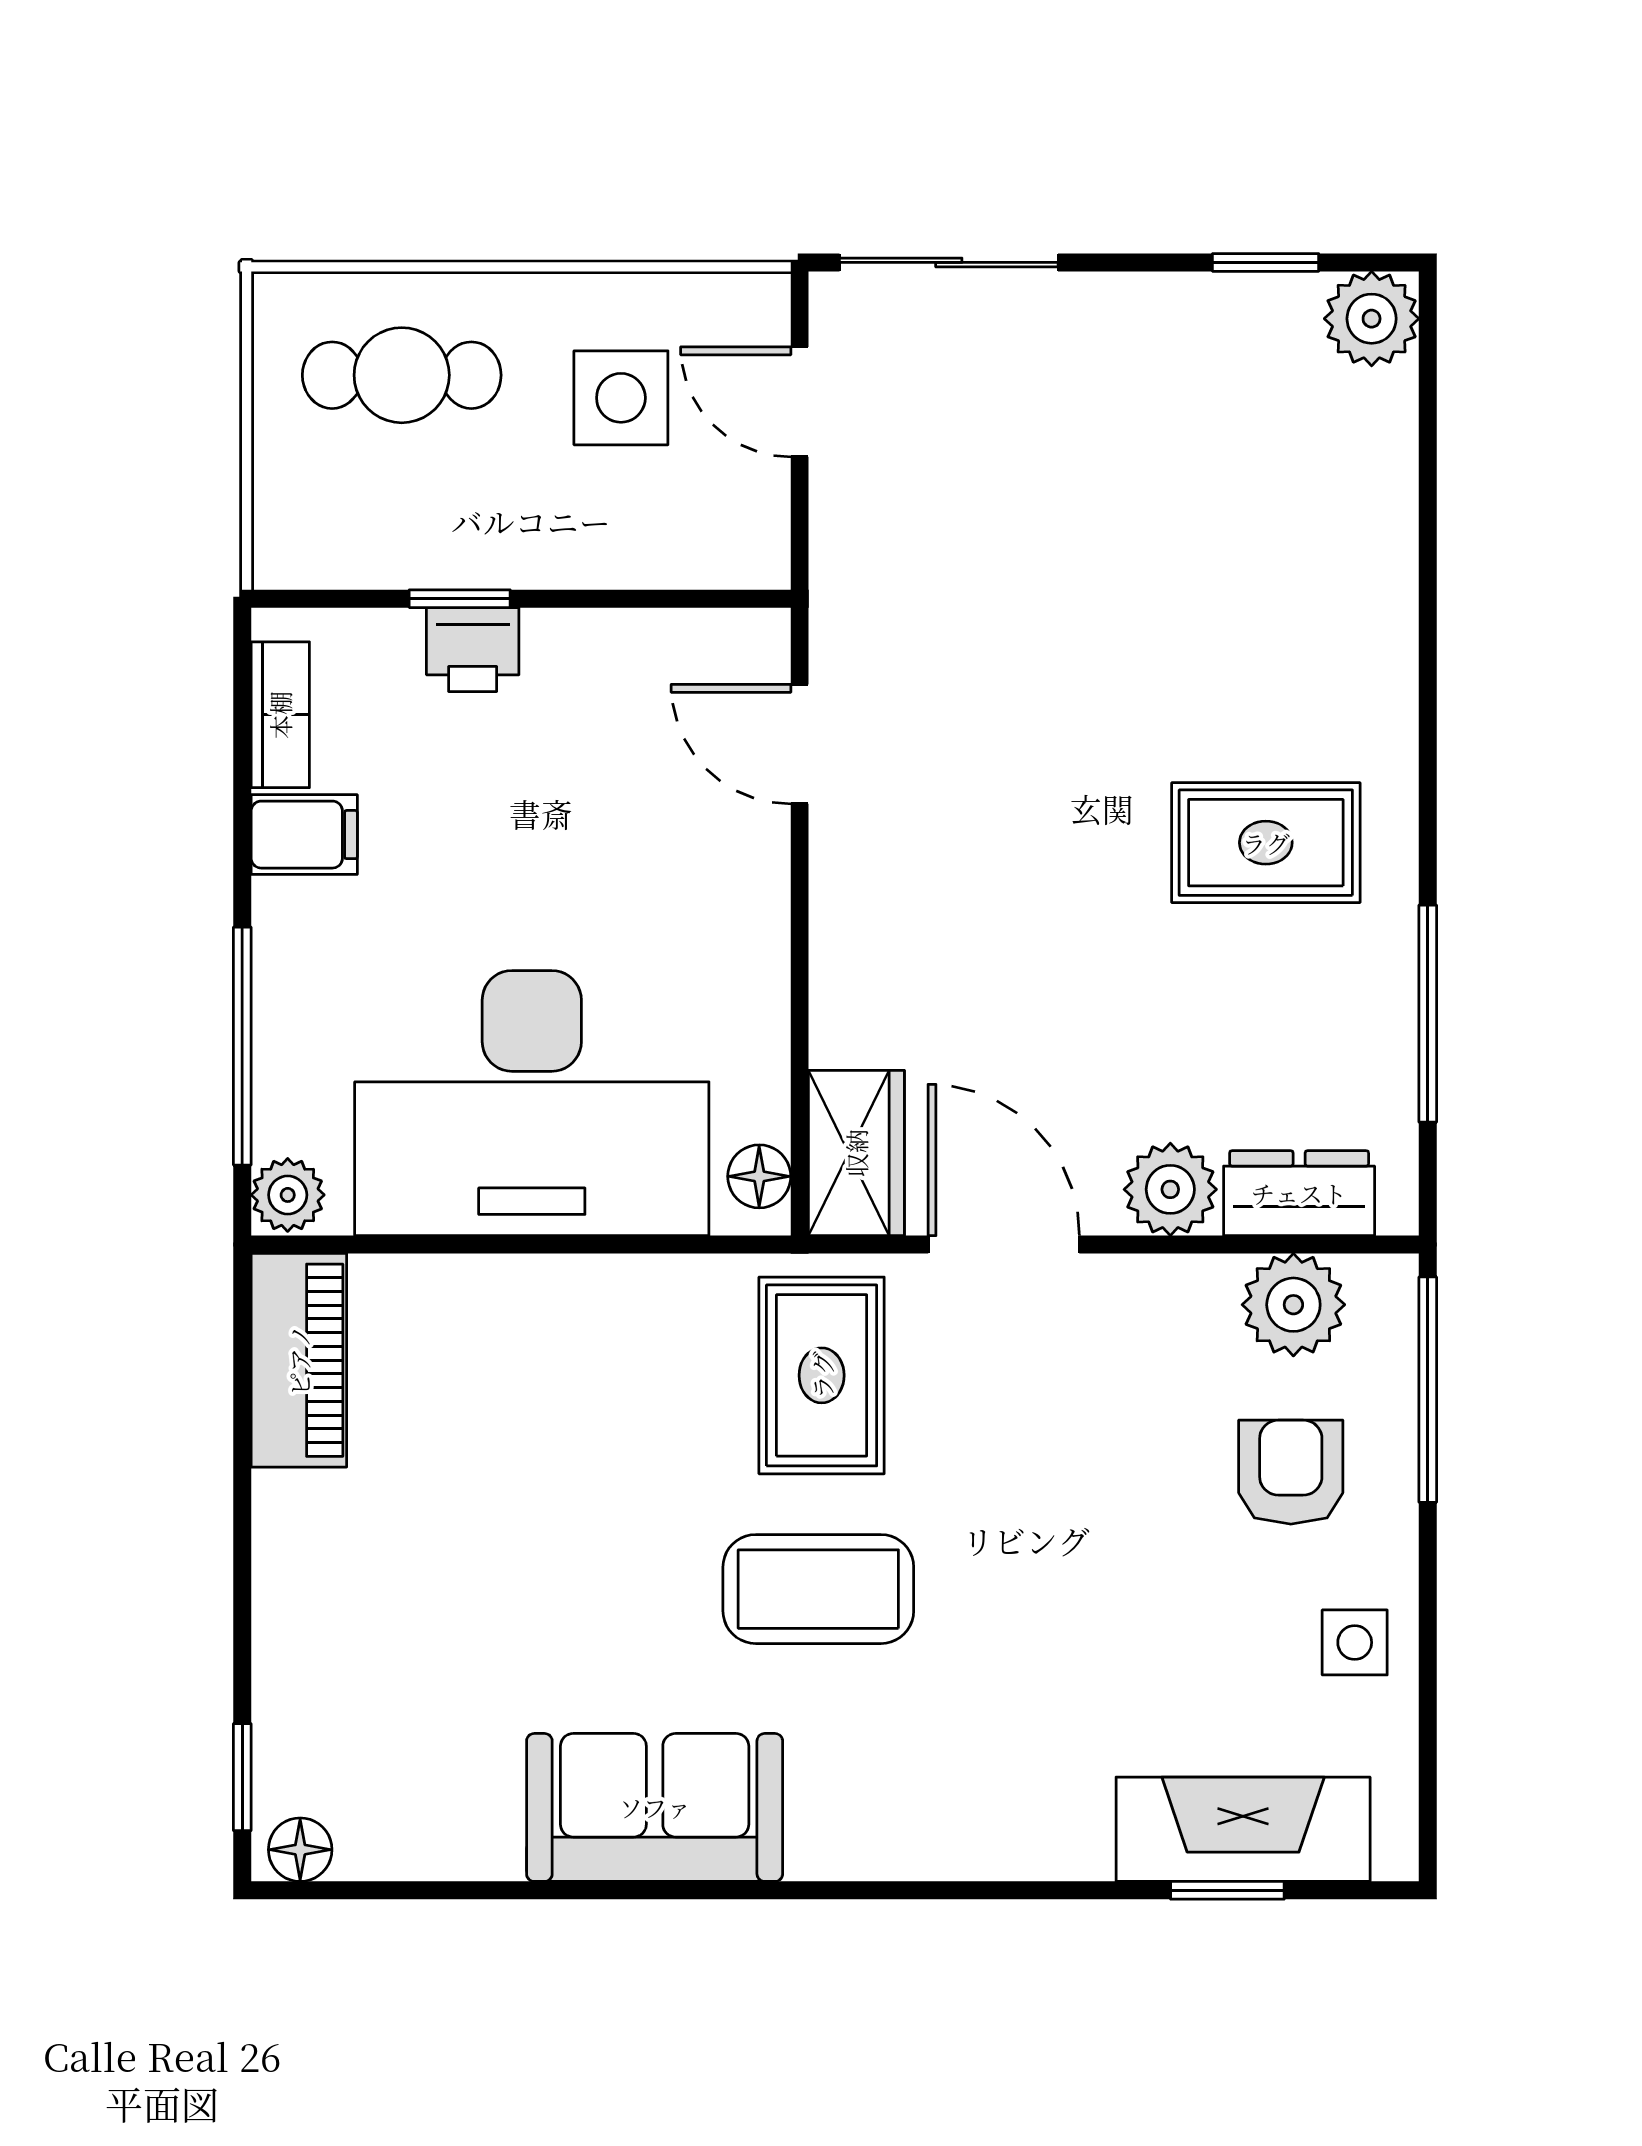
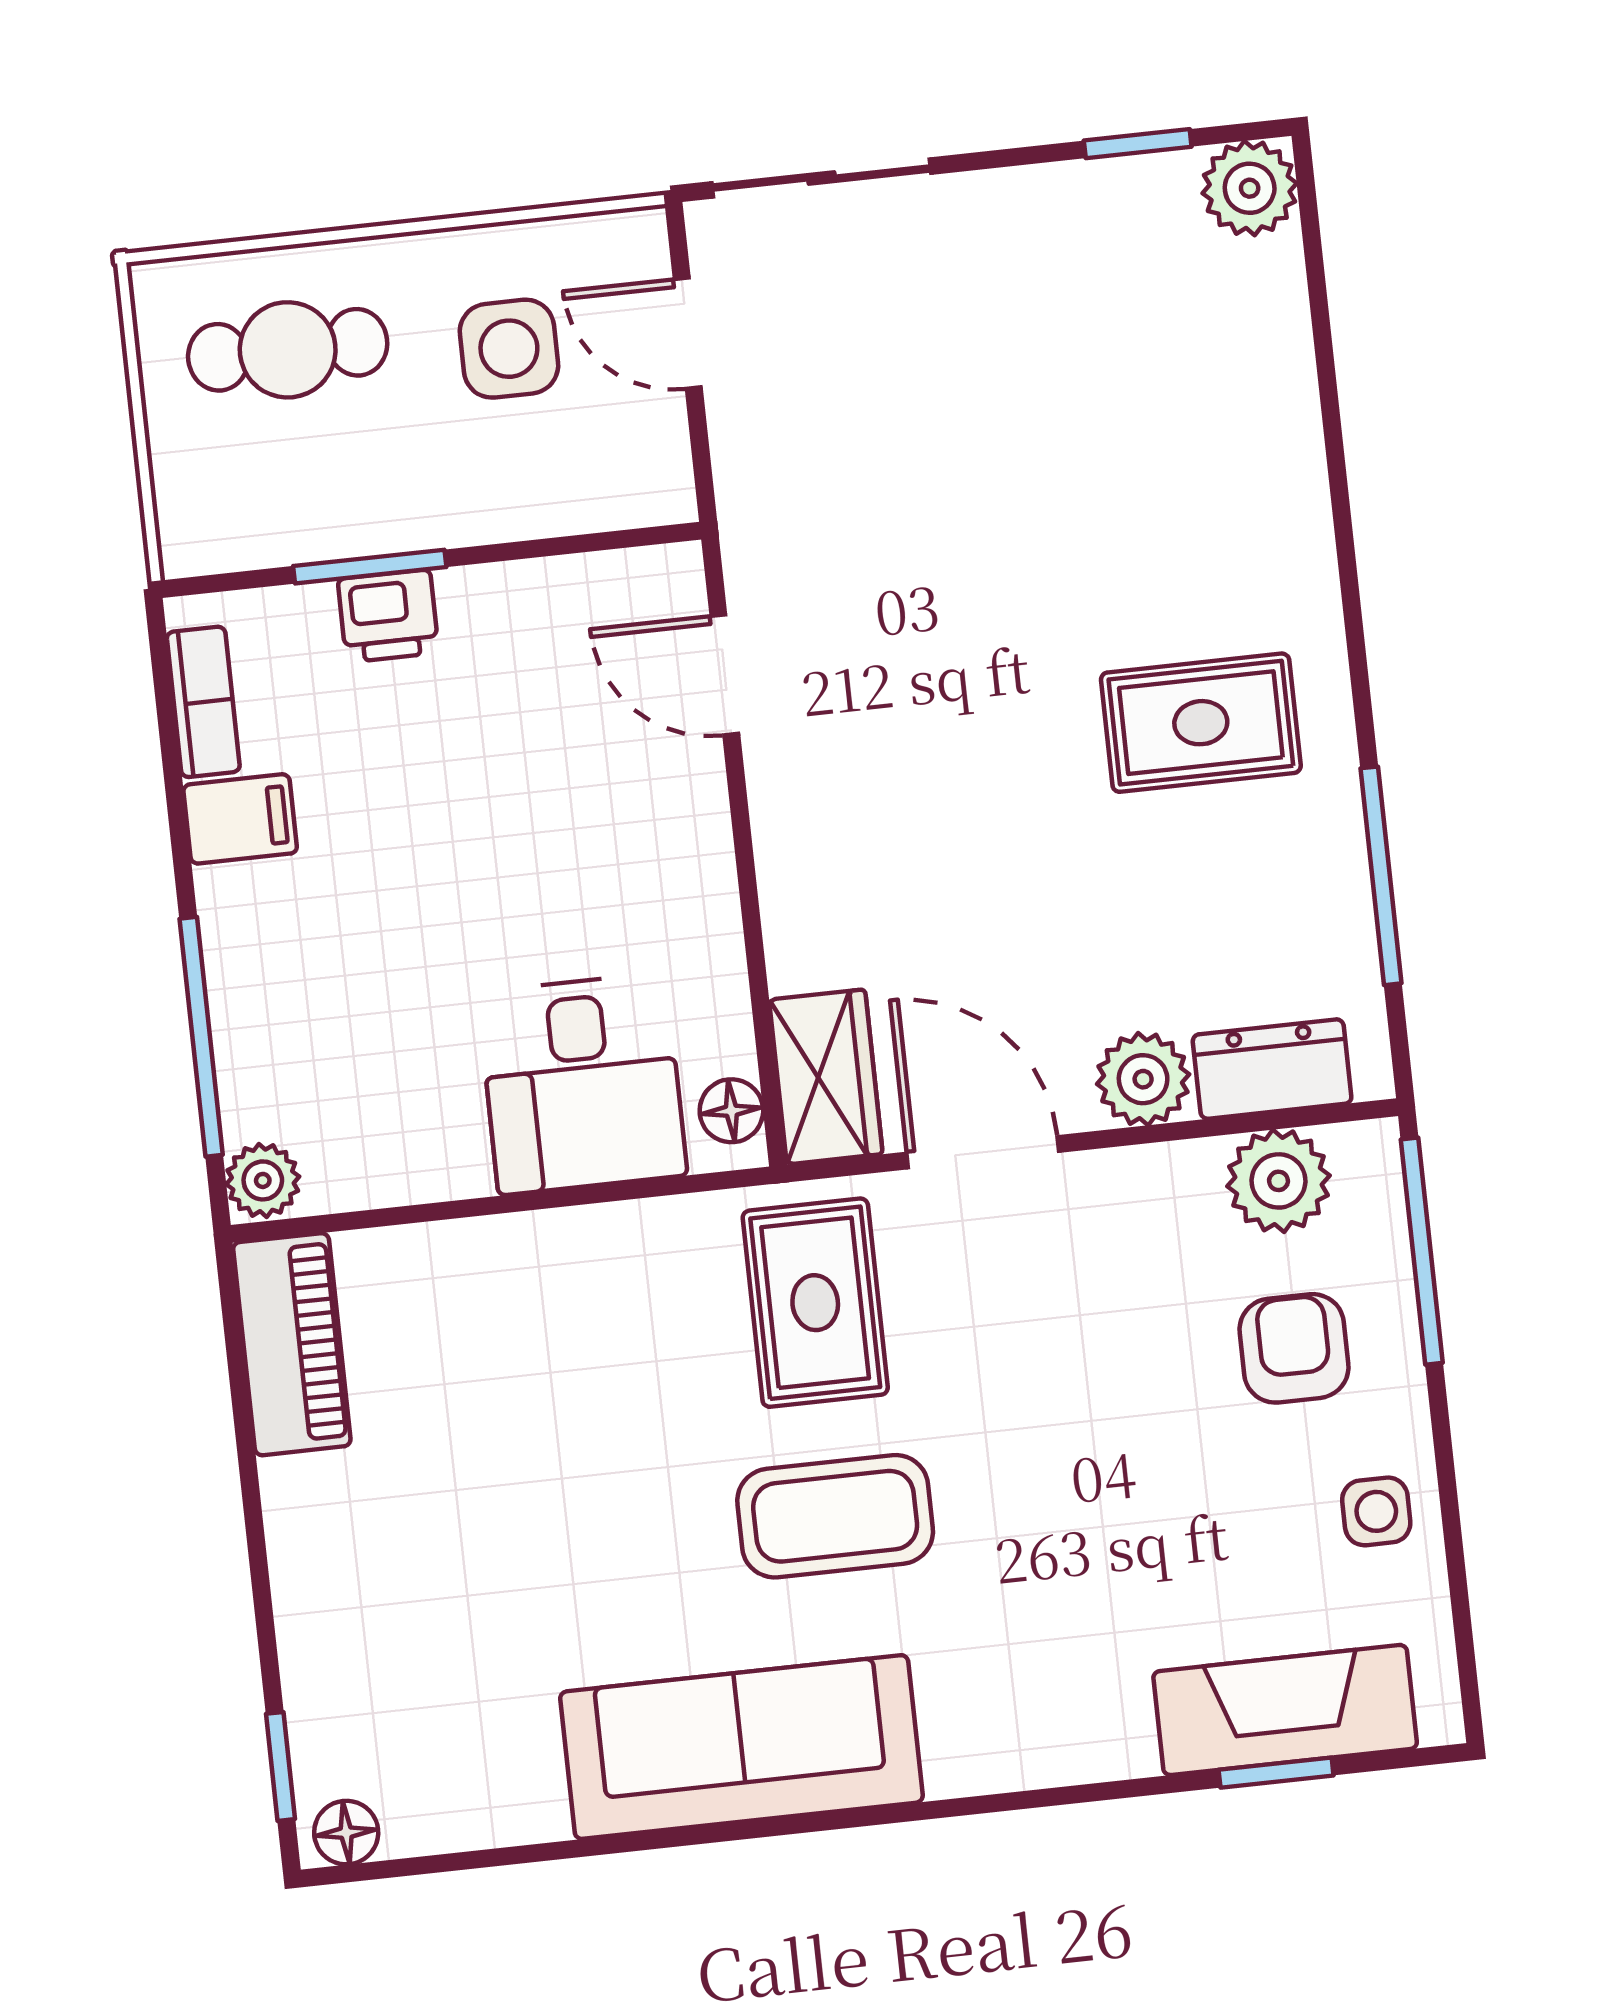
window: (460, 599) -> (370, 567), width x1.50
desk: (532, 1103) -> (582, 1084), width x0.53, depth x0.77
sofa: (655, 1807) -> (741, 1747), width x1.36

